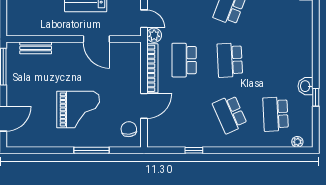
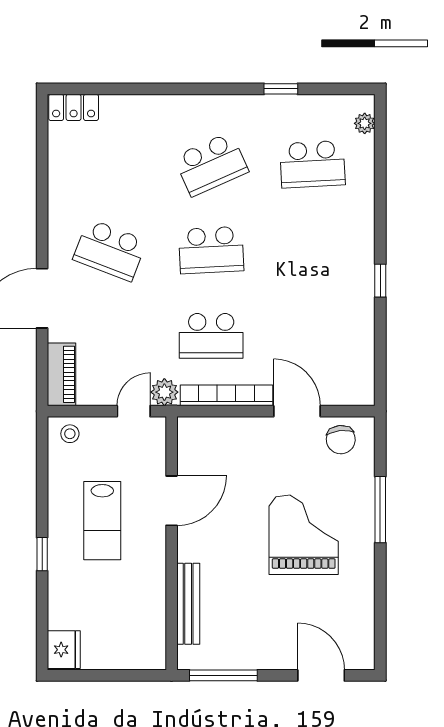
bench: (36, 48) -> (188, 604), width x1.36
washbasin: (306, 86) -> (260, 108), removed
school desk: (230, 114) -> (211, 164), moved
chair: (129, 129) -> (341, 440), turned -89
window: (194, 150) -> (380, 281), moved

